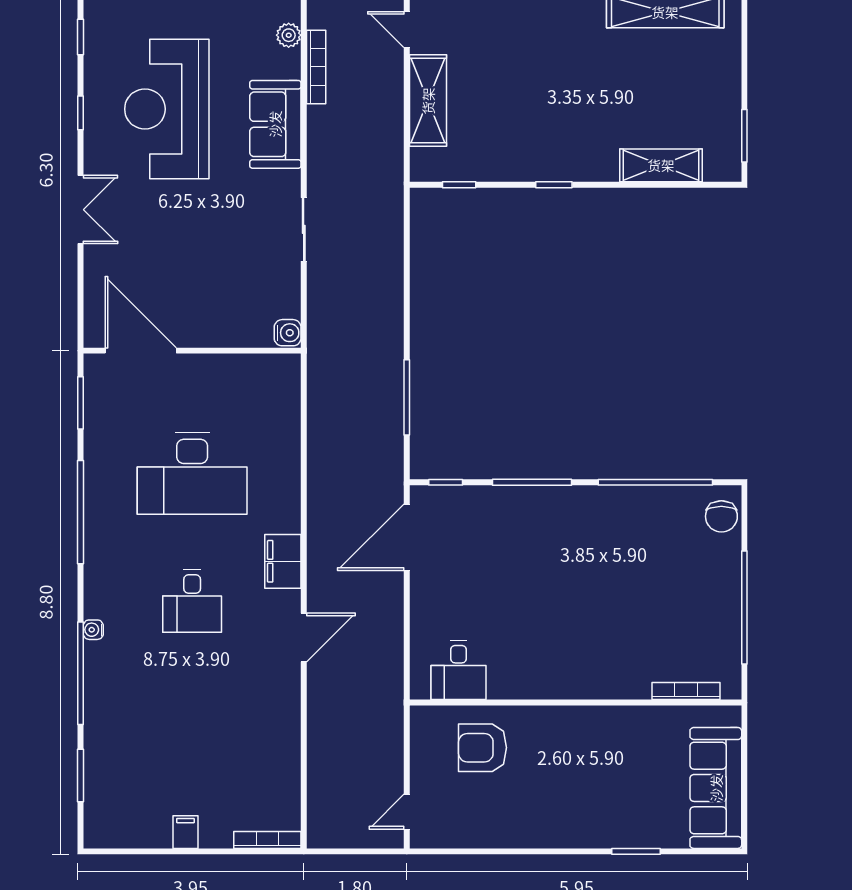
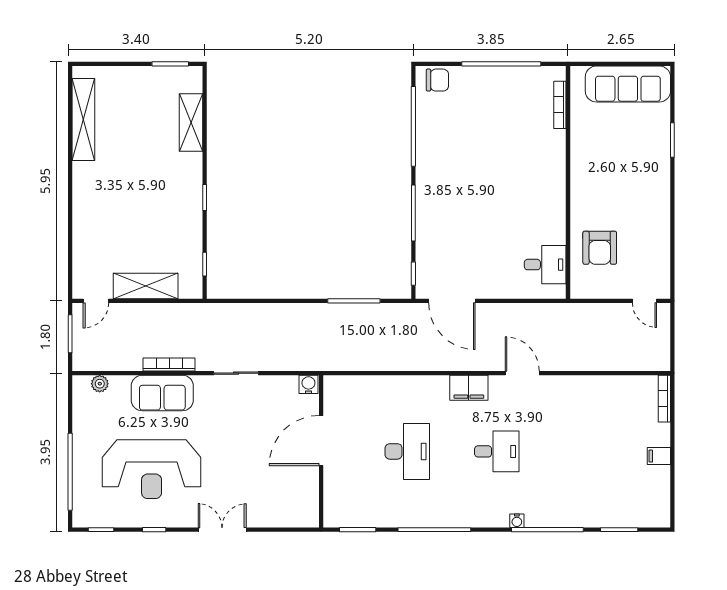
bookcase: (316, 67) -> (169, 364), moved
door: (141, 351) -> (321, 441), moved
desk: (192, 474) -> (407, 451), width x0.73, depth x0.77

